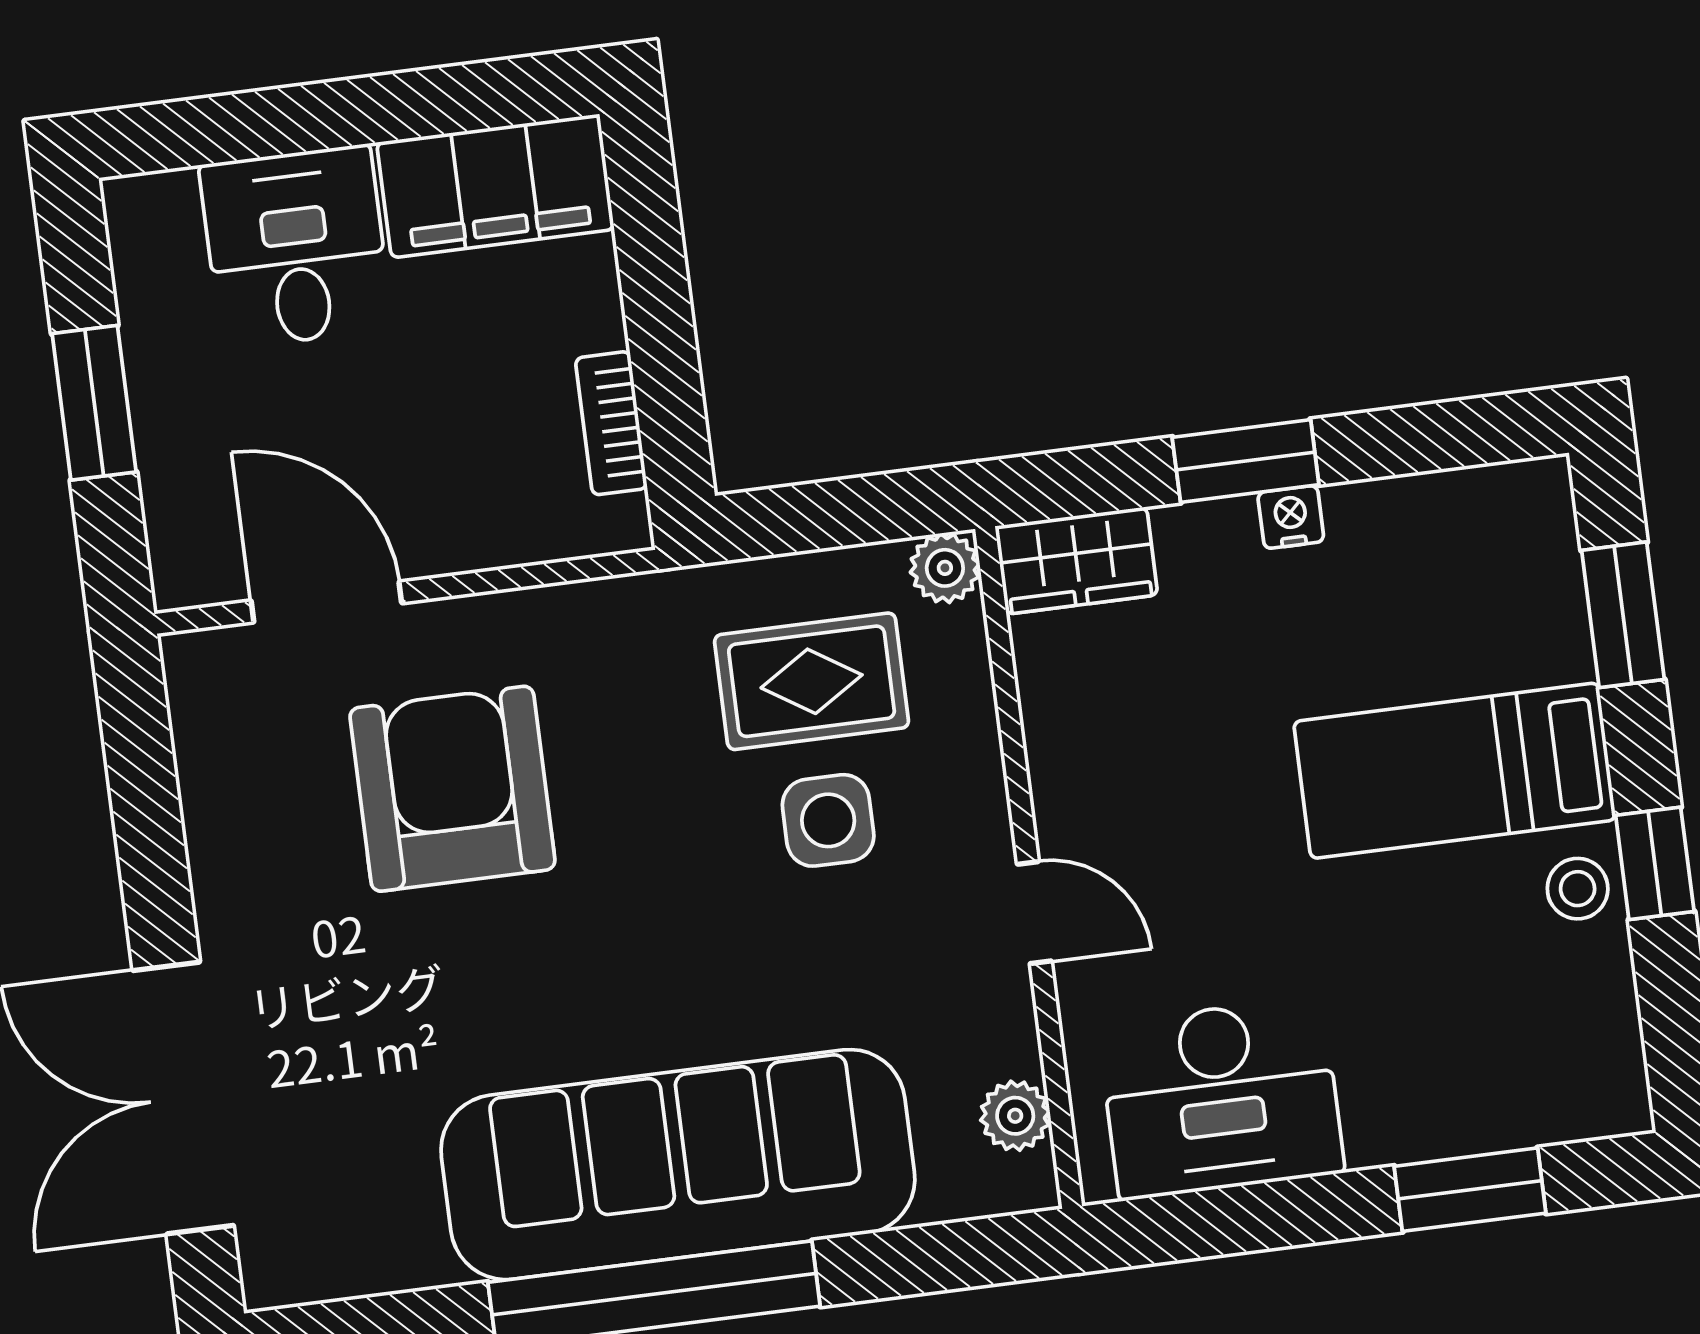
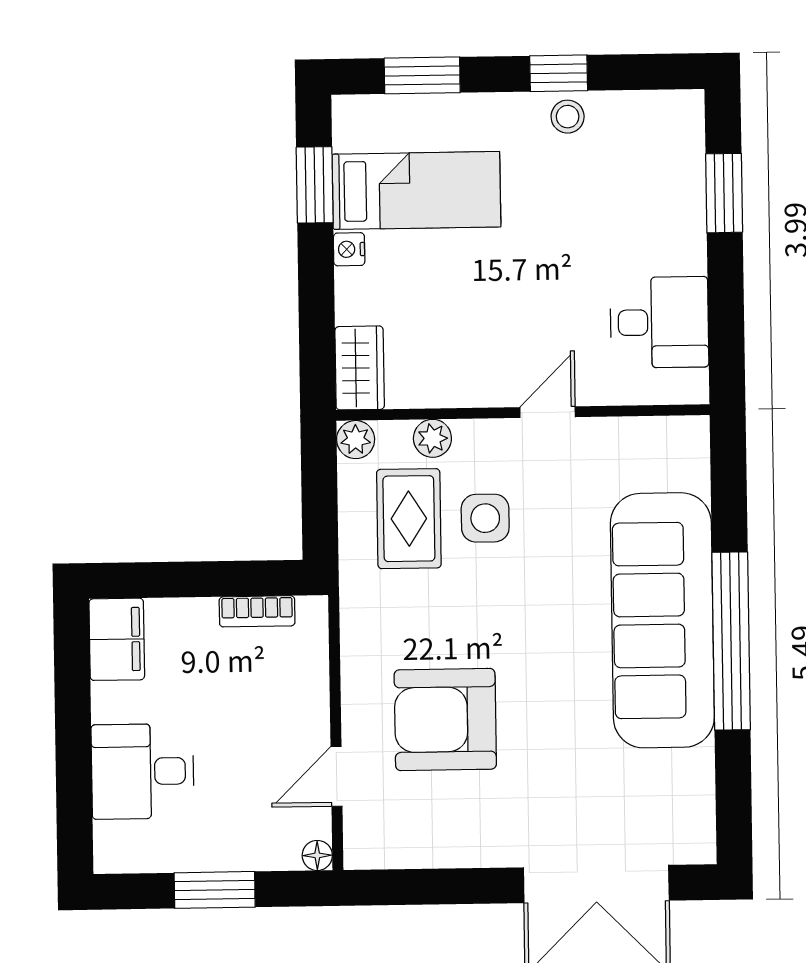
filing cabinet: (495, 186) -> (117, 639), width x0.67, depth x0.86
window: (1246, 461) -> (315, 185), moved
floor lamp: (178, 583) -> (317, 855), added
door: (326, 602) -> (336, 776), width x0.73
bed: (1455, 771) -> (416, 190), moved, turned -90
desk: (1221, 1098) -> (659, 322), width x0.73
plant: (1015, 1116) -> (432, 438), moved

